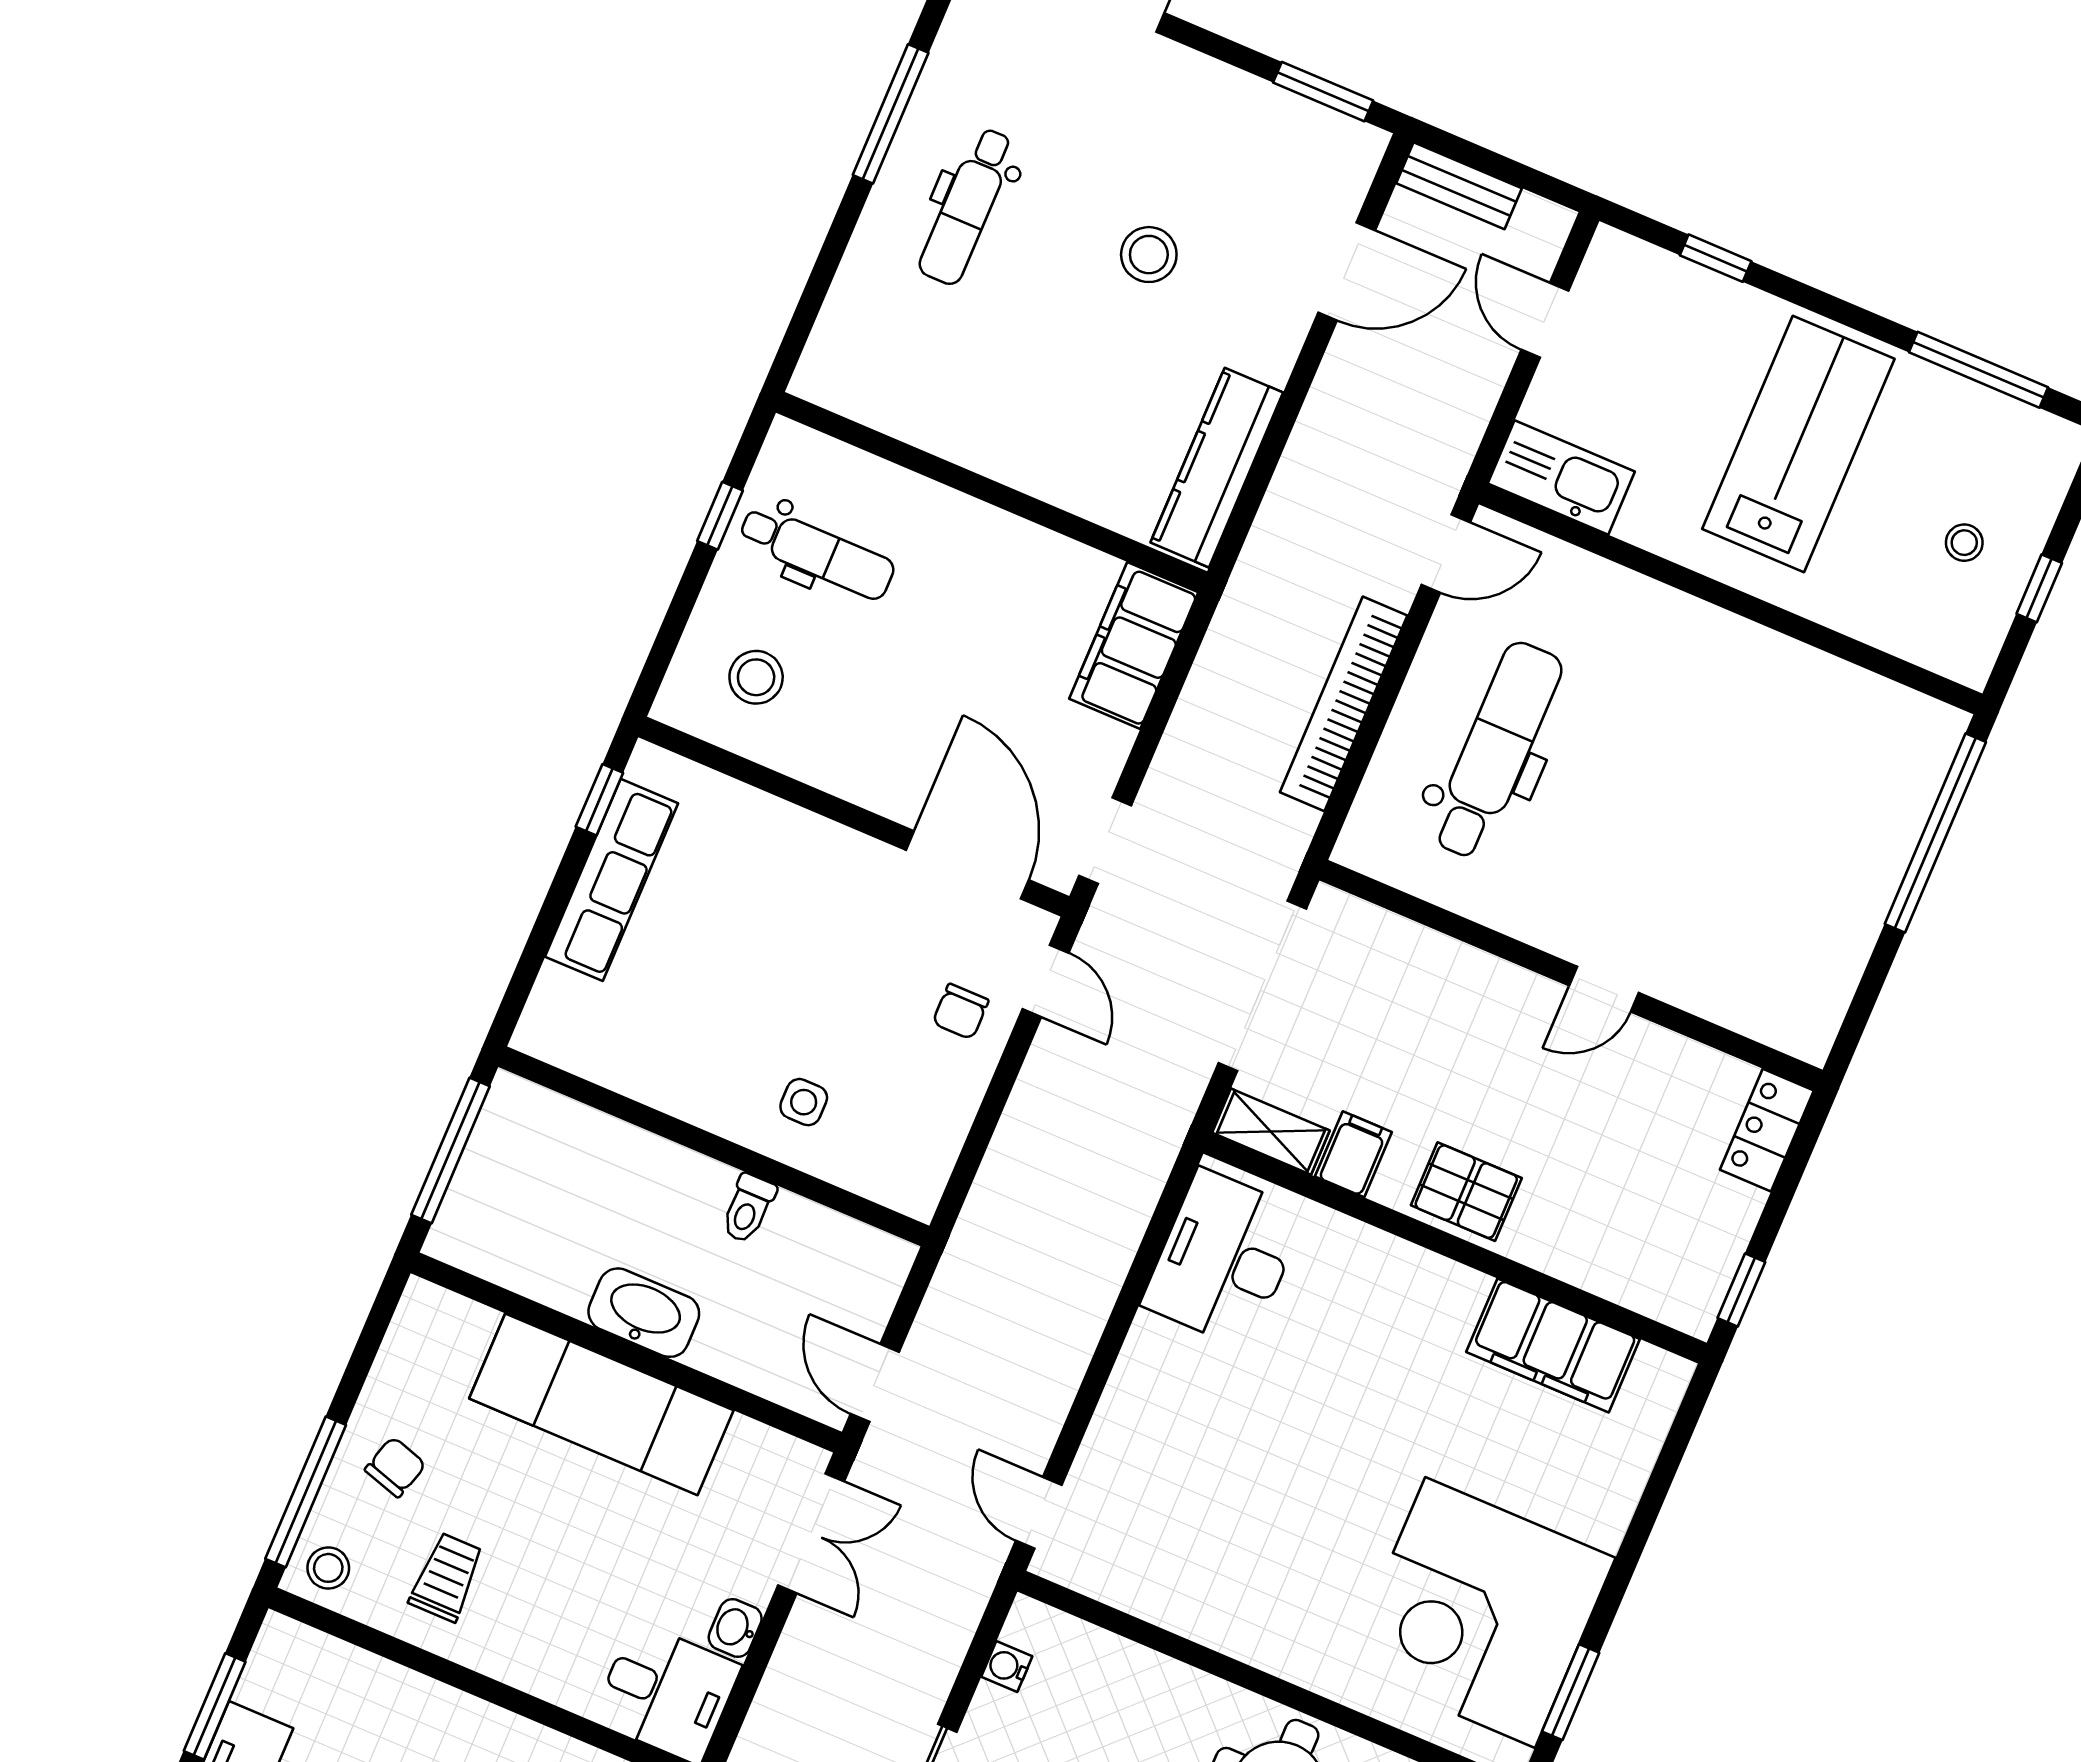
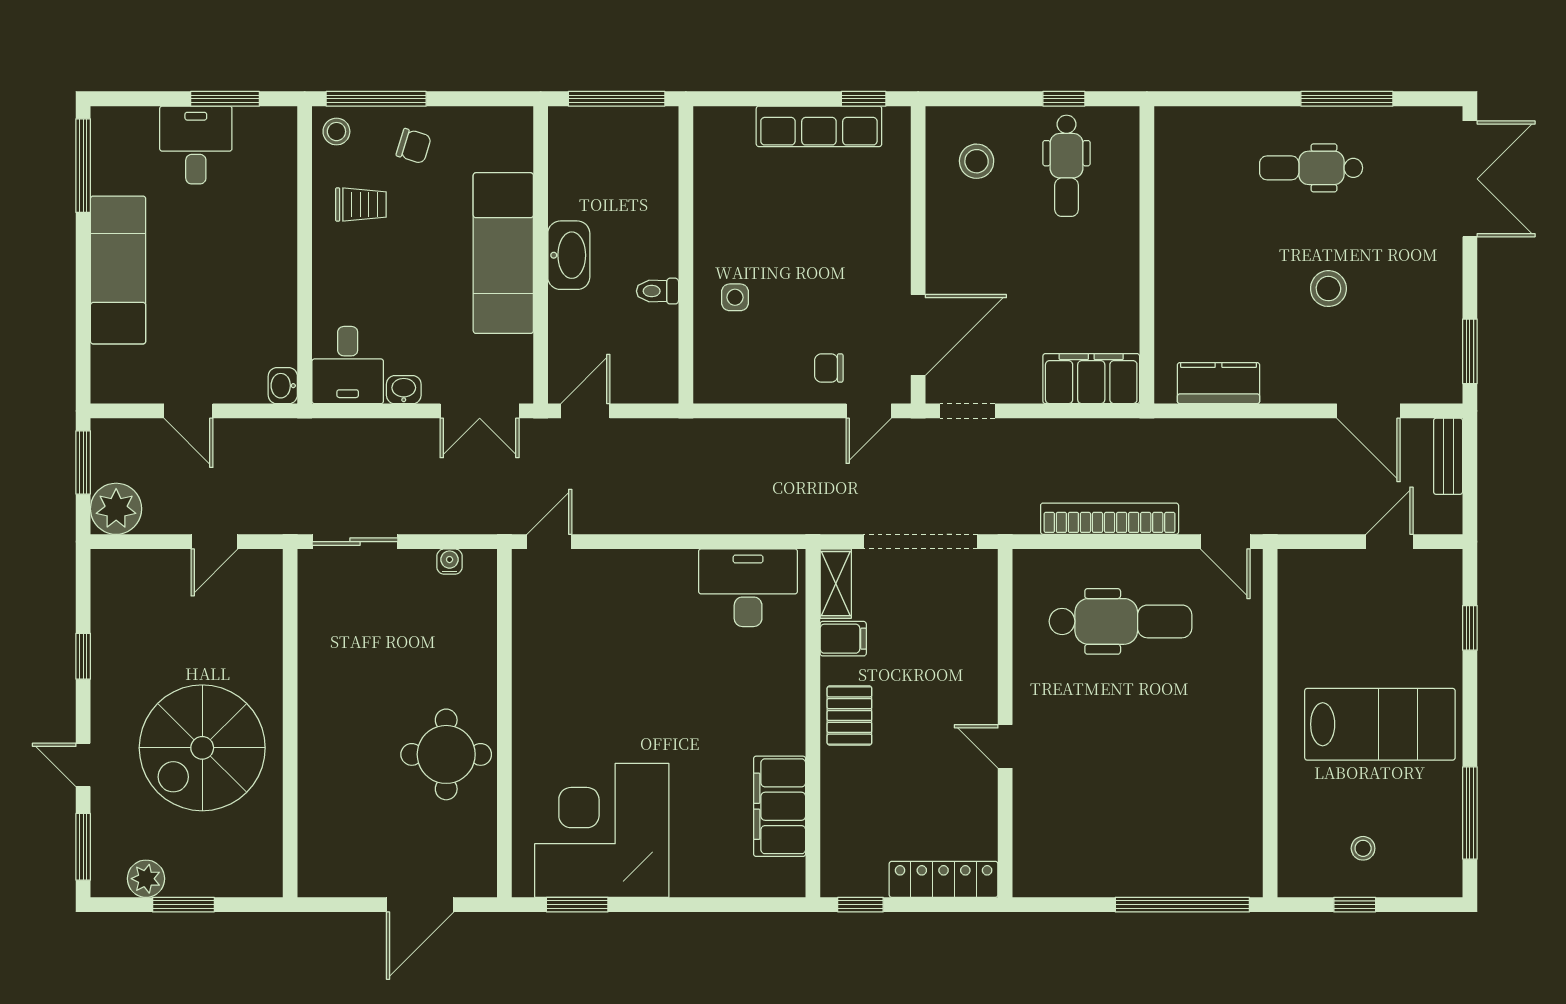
kitchen counter: (1217, 468) -> (1219, 383), width x0.67
kitchen sink: (1561, 478) -> (1300, 591), removed
locker: (1767, 1130) -> (944, 879), width x1.53

